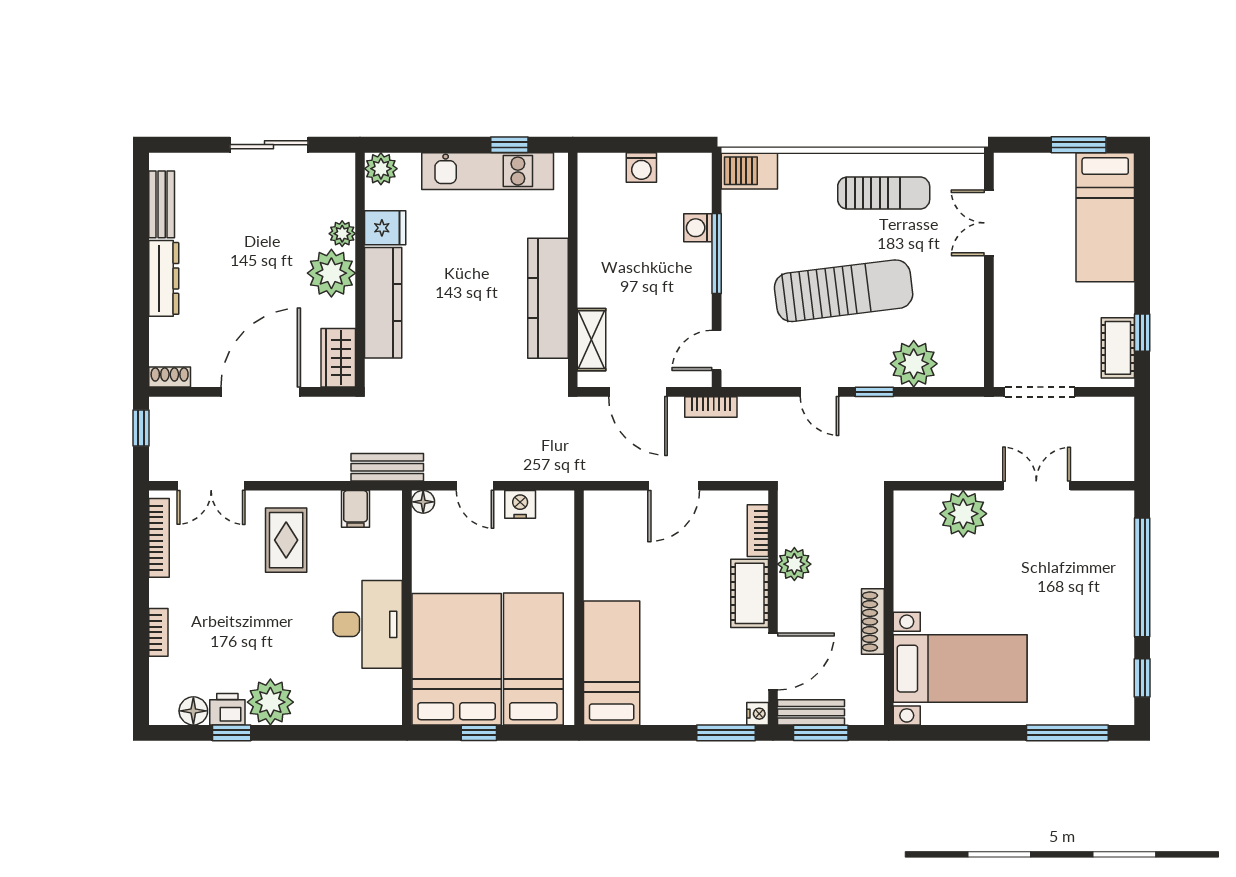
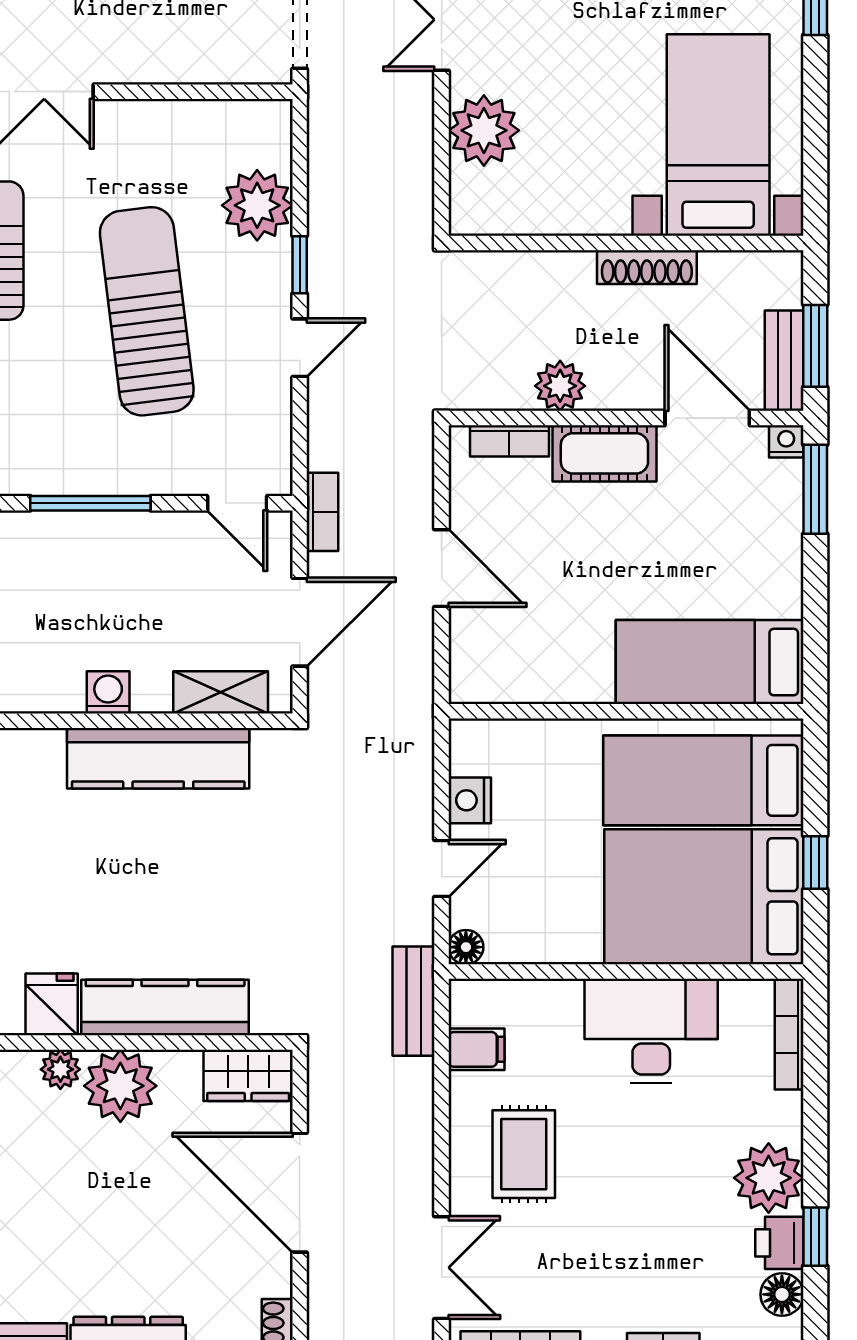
washing machine: (698, 228) -> (108, 692), moved, turned 180
rug: (286, 540) -> (524, 1154), turned 90
bookcase: (365, 716) -> (789, 1034), added

